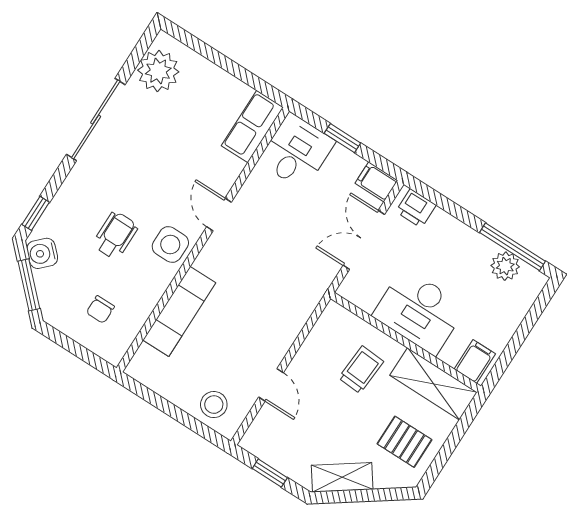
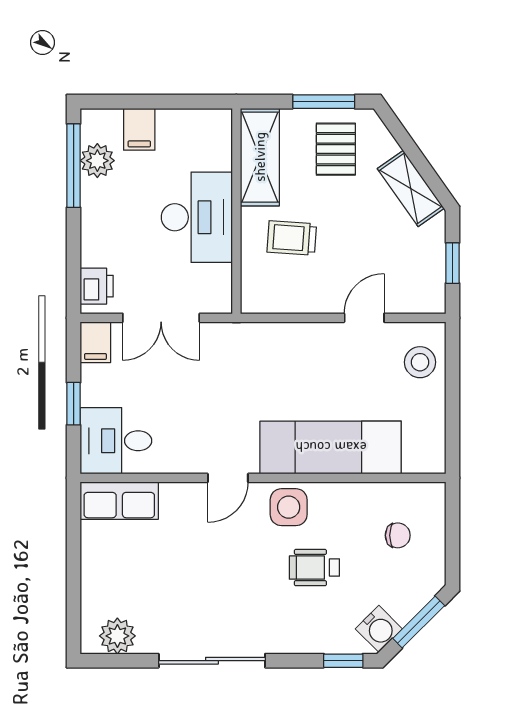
plant: (158, 71) -> (117, 636), width x0.73, depth x0.73
exam couch: (179, 311) -> (331, 447), width x1.36, depth x1.45
filing cabinet: (475, 361) -> (139, 129), moved, turned -90
window: (444, 455) -> (324, 102), added

